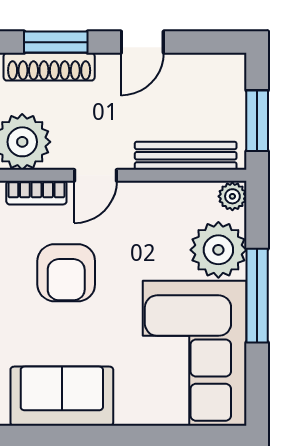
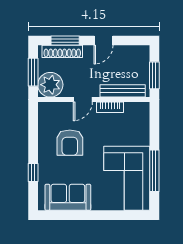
bookcase: (36, 193) -> (110, 107), moved
plant: (232, 196) -> (143, 109), removed
plant: (218, 250) -> (137, 133), removed
window: (257, 296) -> (154, 171), moved

